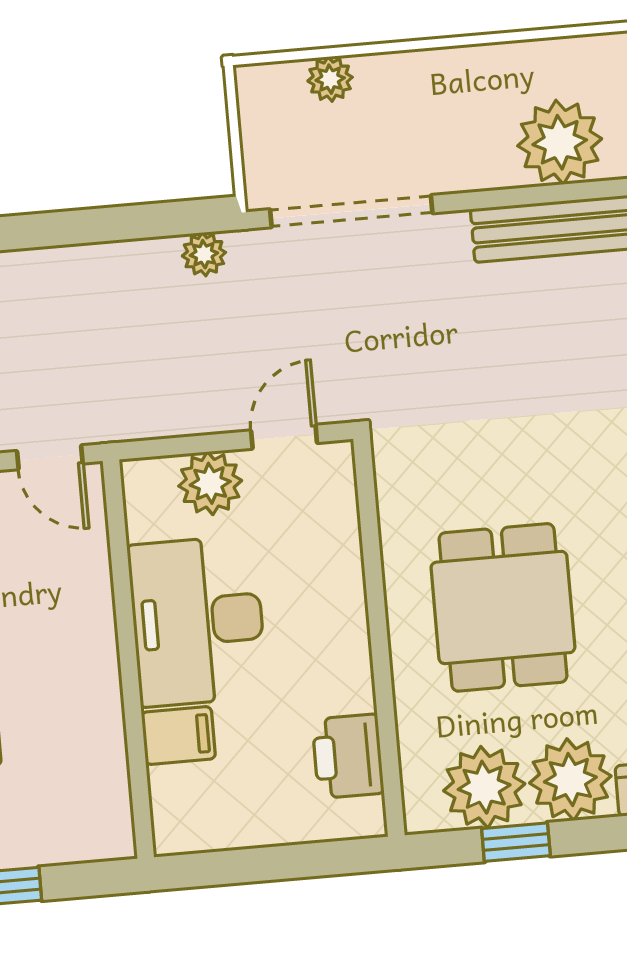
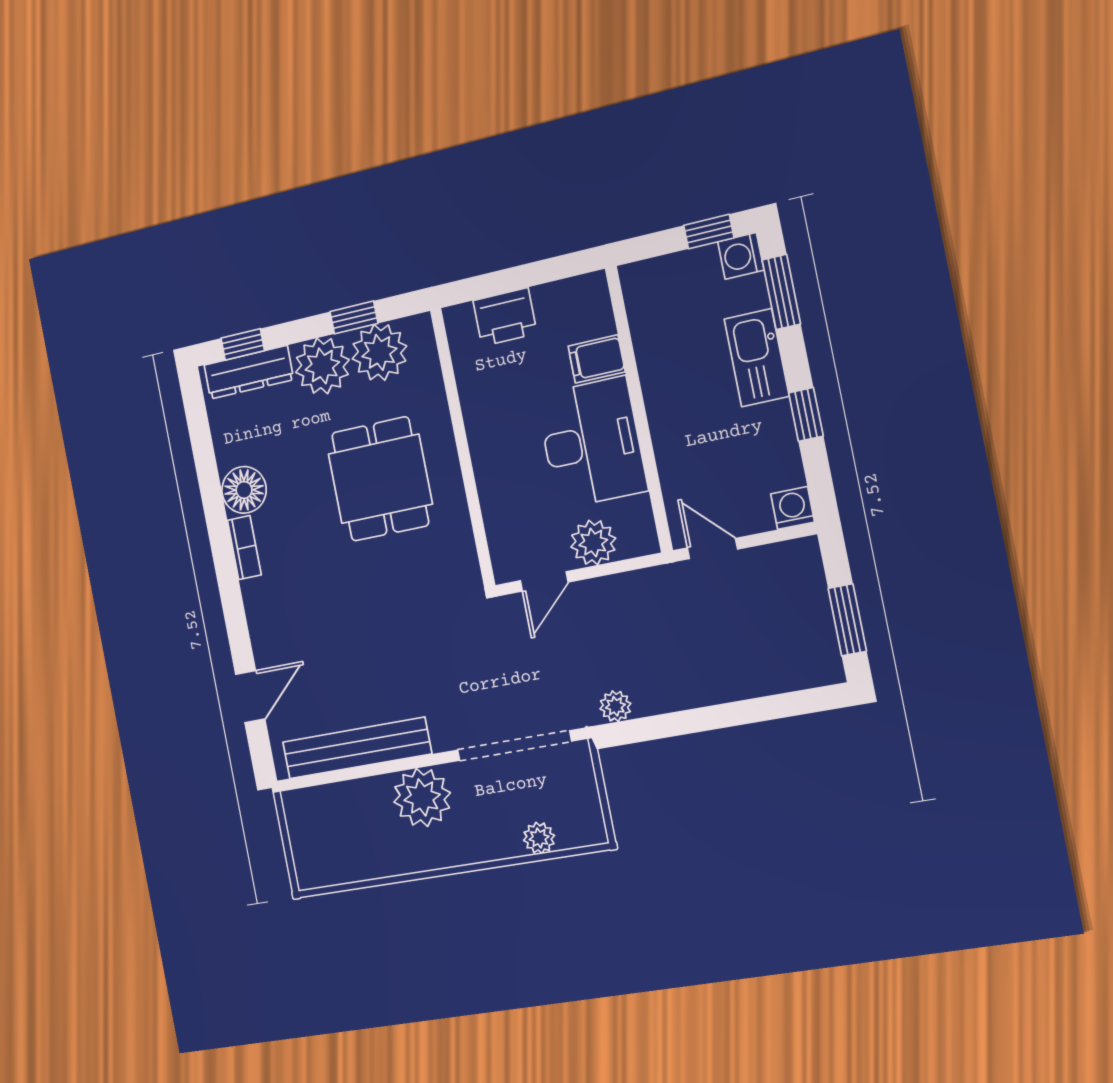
plant: (560, 142) -> (422, 797), moved
printer: (348, 756) -> (505, 317), moved, turned 90

